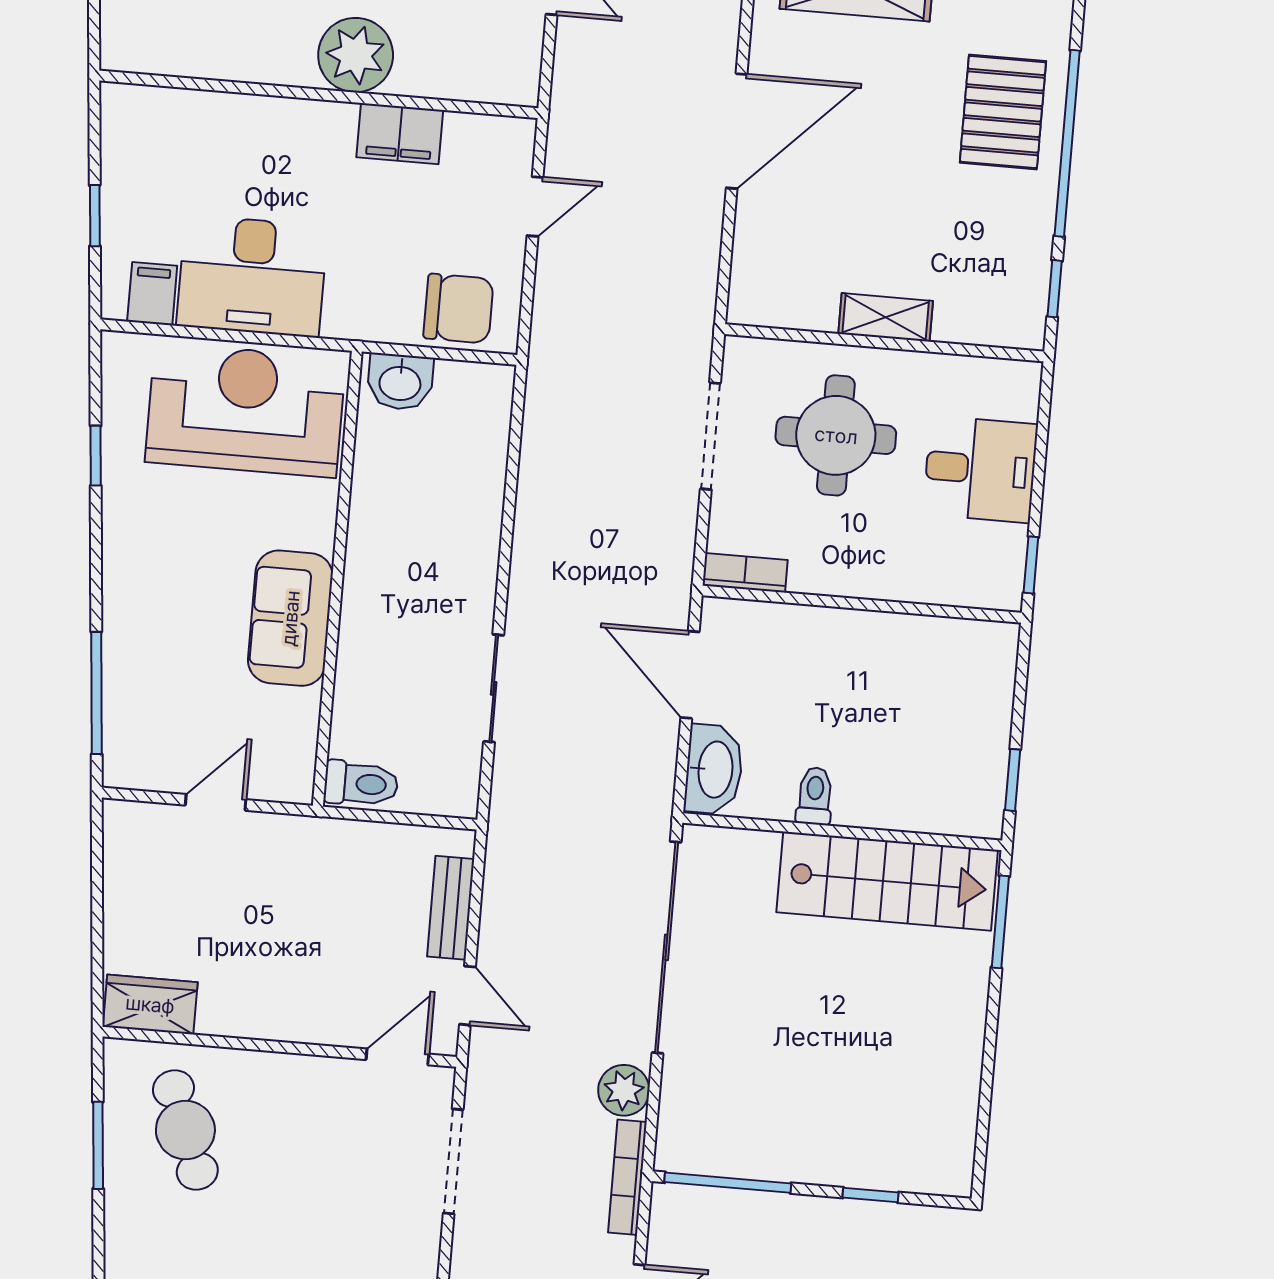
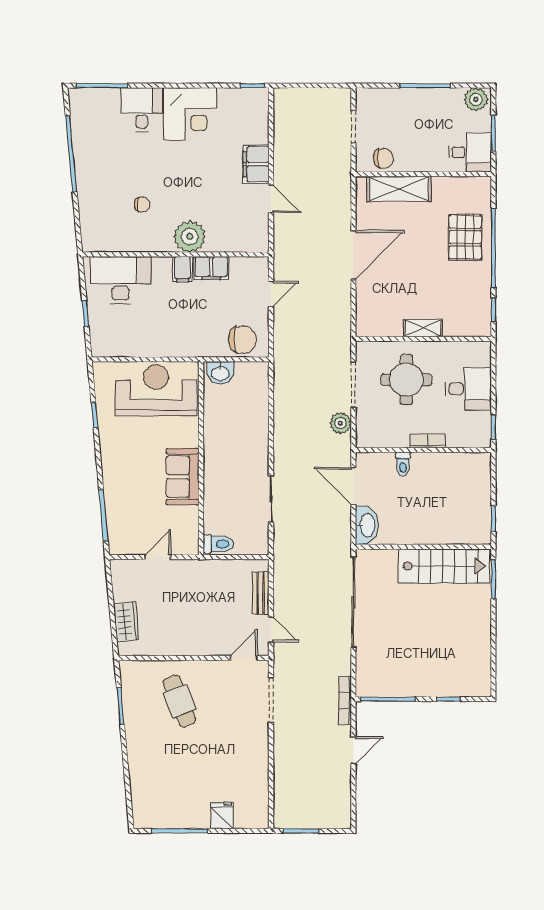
desk: (252, 276) -> (121, 280), moved, turned 180
filing cabinet: (152, 294) -> (183, 269), moved, turned 180
bookcase: (745, 573) -> (428, 441), moved
toilet: (815, 796) -> (403, 464), moved, turned 180
wardrobe: (150, 1004) -> (126, 622), moved, turned 85
plant: (624, 1090) -> (340, 423), moved
cafe table: (185, 1130) -> (180, 701), moved

